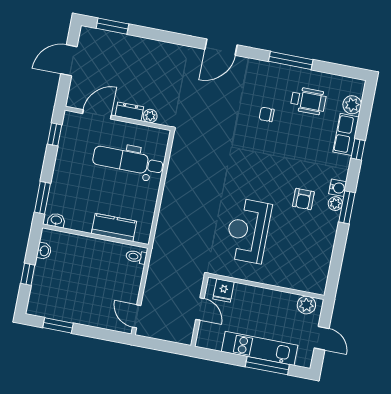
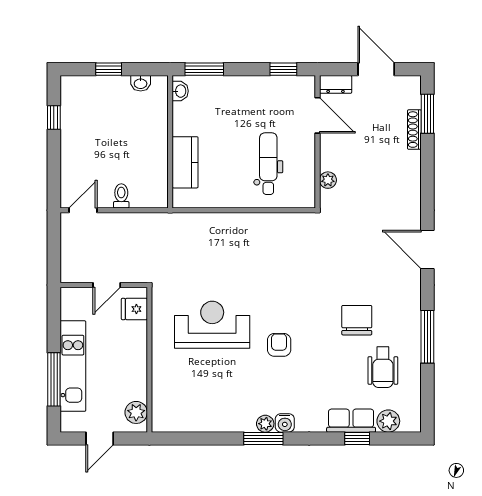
shoe rack: (123, 39) -> (414, 130), added
dresser: (129, 111) -> (336, 84), moved, turned 90
chair: (267, 114) -> (357, 320), width x1.87, depth x1.87
window: (358, 149) -> (357, 439), moved
dental chair: (128, 161) -> (268, 164), width x0.73, depth x0.72
armchair: (303, 199) -> (279, 345), moved, turned 90
toilet: (136, 257) -> (121, 196), moved
window: (58, 325) -> (54, 118), width x0.67

